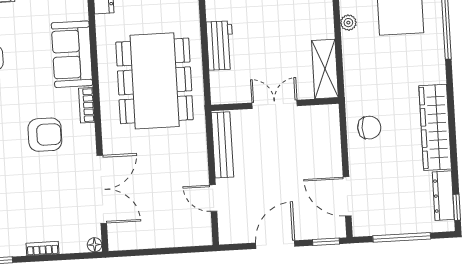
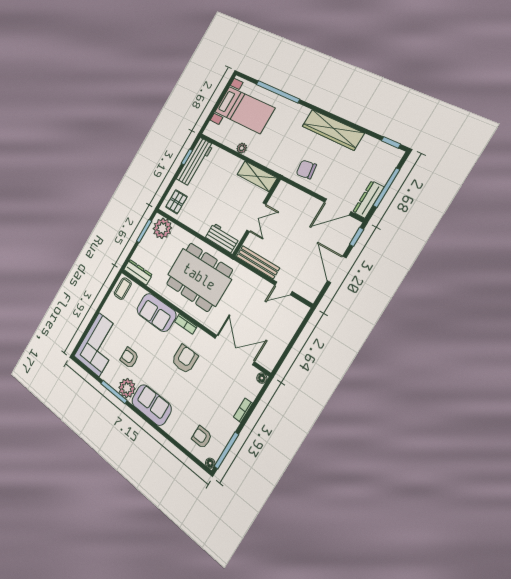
workbench: (220, 46) -> (222, 238), moved
double door: (275, 104) -> (256, 217), swing flipped
chair: (369, 128) -> (306, 169), turned -98
dresser: (443, 196) -> (368, 200), moved, turned 90

